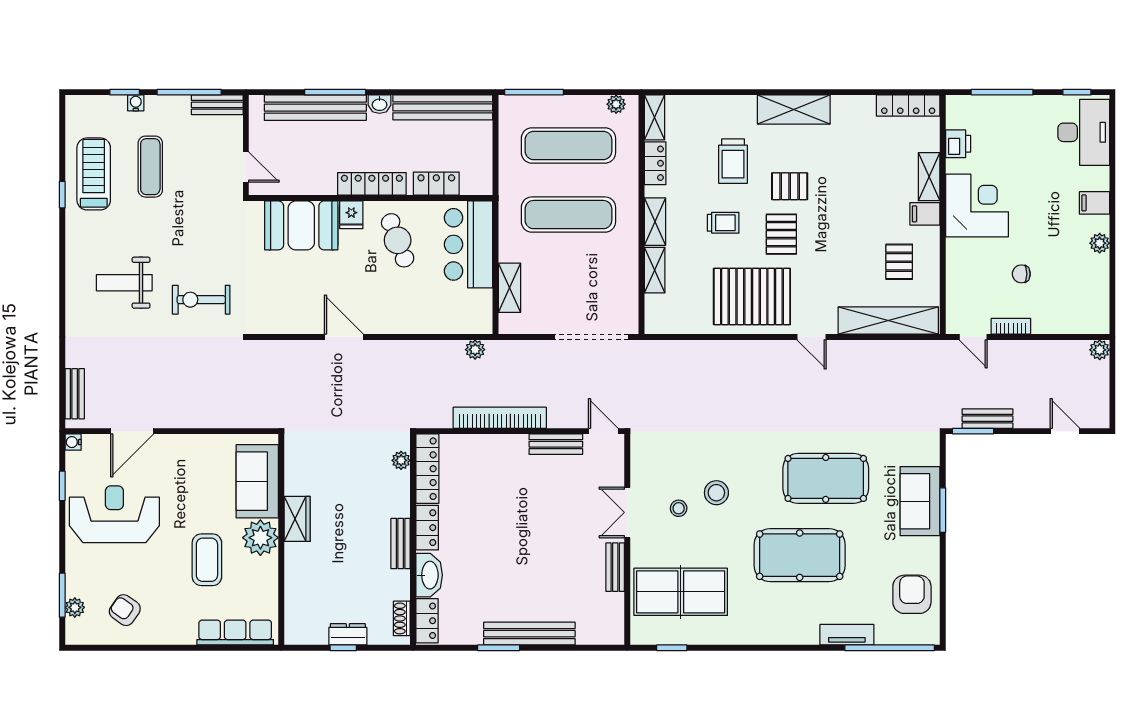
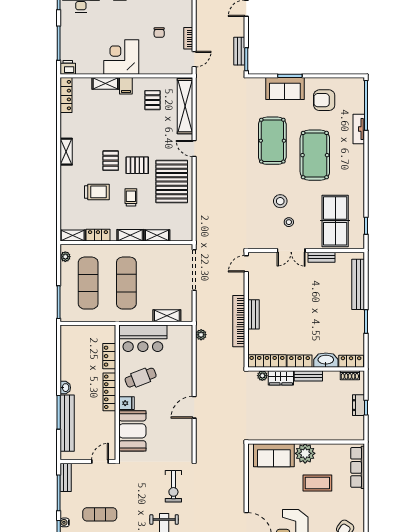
bench: (443, 107) -> (67, 353), removed
shelving: (794, 109) -> (66, 152), width x0.67, depth x0.75
printer: (958, 144) -> (68, 67), moved
pallet: (899, 262) -> (152, 100), turned 90
door: (812, 337) -> (194, 149), swing flipped
bench: (556, 444) -> (253, 314), moved
wardrobe: (297, 519) -> (281, 378), moved, turned 180
armchair: (912, 594) -> (324, 100), moved
bench: (529, 634) -> (358, 284), moved

